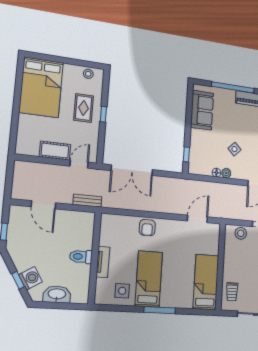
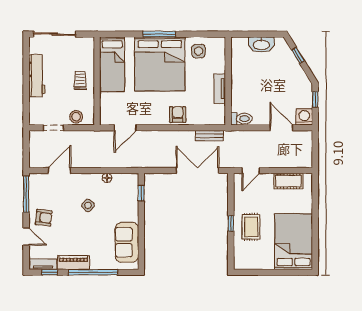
stool: (88, 74) -> (249, 262), removed
cot: (55, 151) -> (288, 181), moved
plant: (226, 173) -> (96, 179), removed
bench: (87, 201) -> (210, 136), moved
toilet: (81, 257) -> (242, 119), moved
tv unit: (103, 262) -> (220, 89), moved
washing machine: (30, 278) -> (304, 117), moved, turned 121
bed: (149, 279) -> (160, 64), width x2.04
trolley: (232, 292) -> (80, 80), moved

